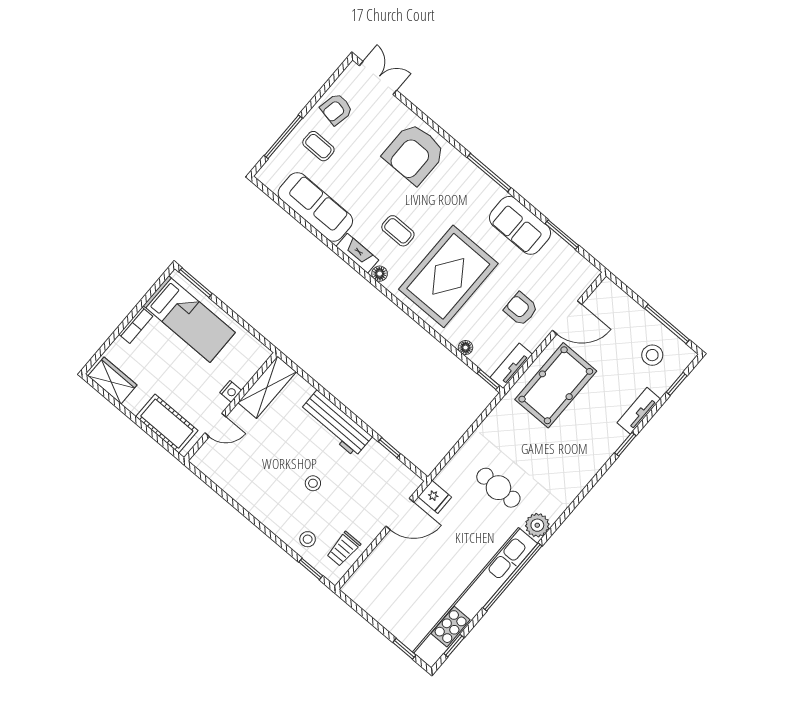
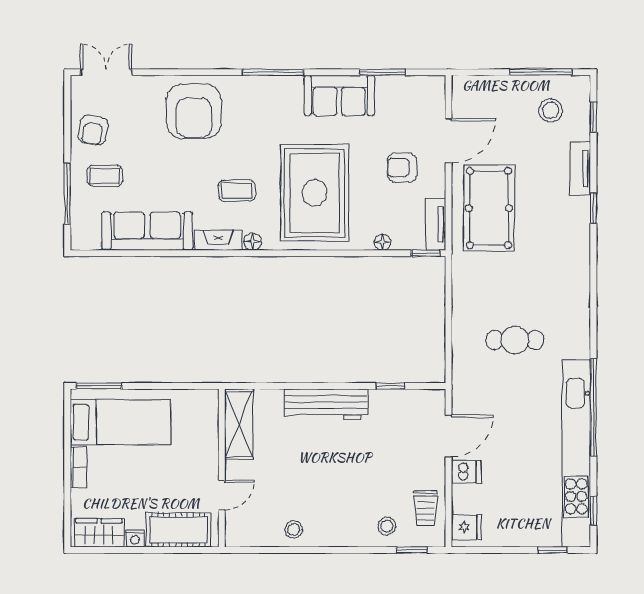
nightstand: (231, 391) -> (135, 538), moved, turned 90
stool: (313, 483) -> (294, 529), moved
fridge: (435, 497) -> (466, 527), moved
plant: (537, 525) -> (577, 344), removed
dishwasher: (391, 548) -> (466, 472), added

